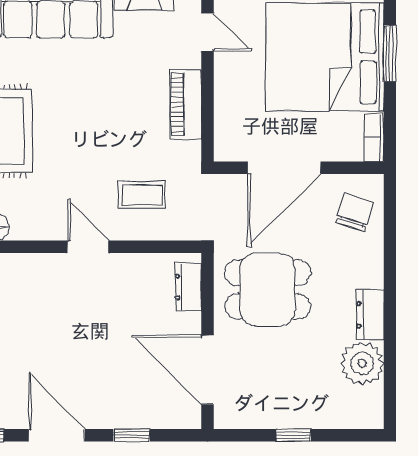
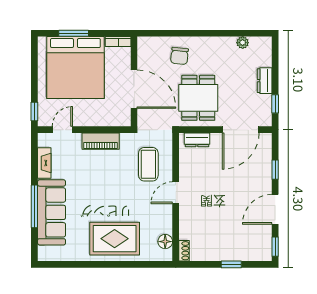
coffee table: (142, 195) -> (148, 164), width x1.36, depth x1.30
chair: (355, 212) -> (179, 56), moved, turned -102
dresser: (370, 315) -> (265, 81), moved, turned 90
plant: (362, 363) -> (243, 43), width x0.53, depth x0.53
window: (293, 435) -> (275, 104), moved

